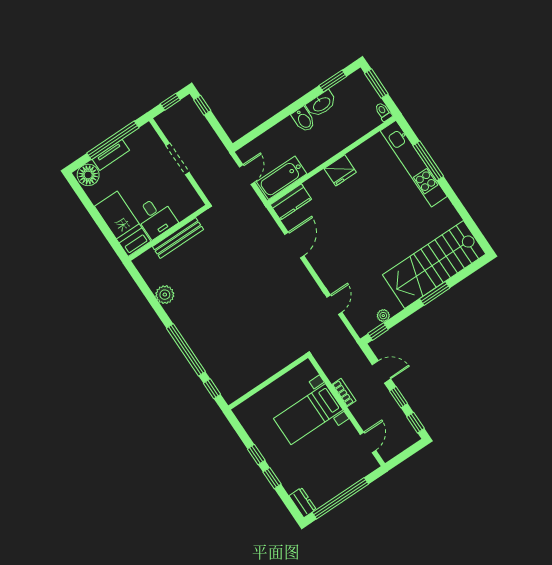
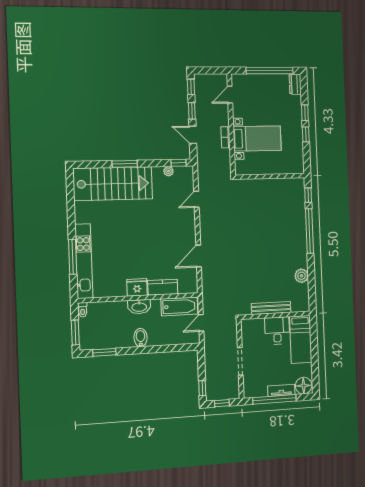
washbasin: (321, 104) -> (139, 307), moved, turned 180
kitchen counter: (291, 202) -> (163, 287), moved

